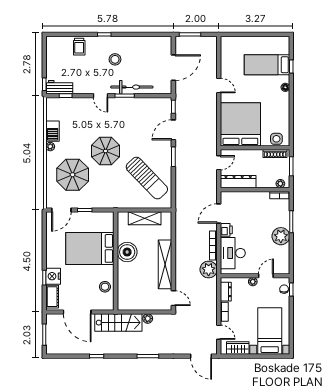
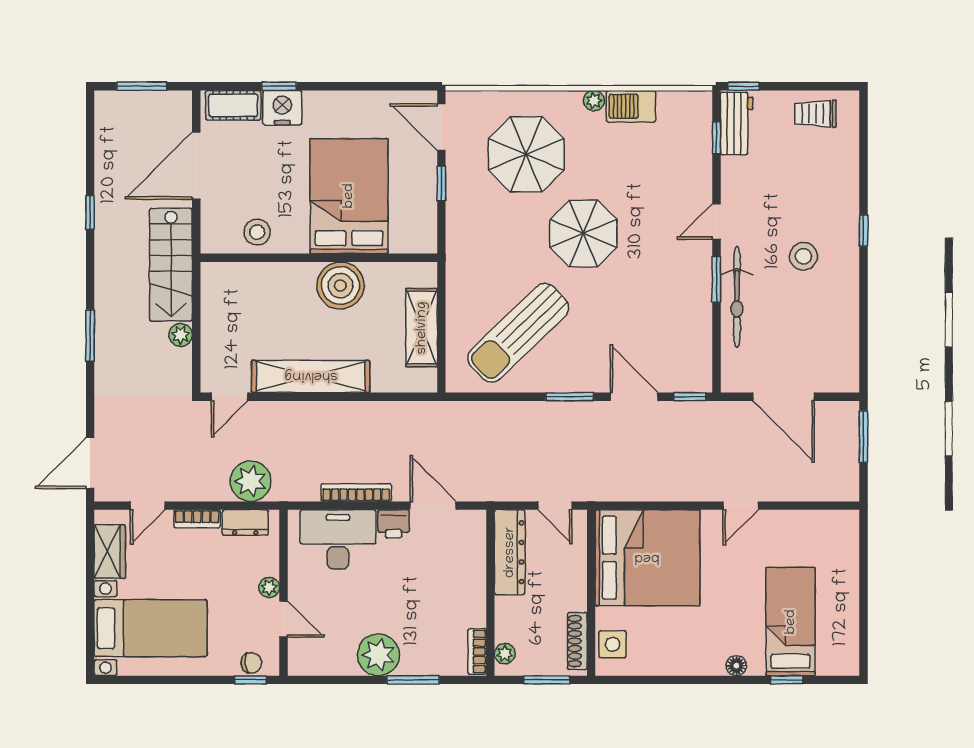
trolley: (79, 47) -> (815, 114), moved
plant: (209, 269) -> (251, 481), moved

